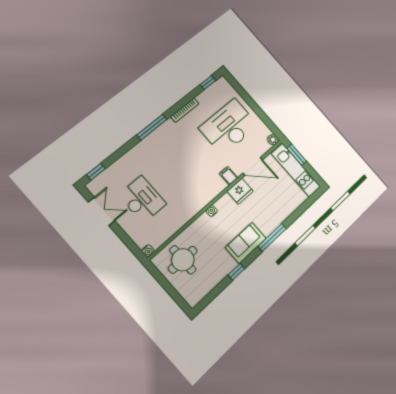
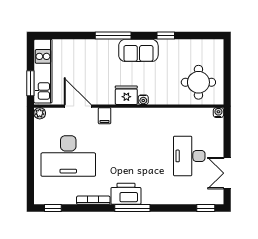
printer: (165, 133) -> (126, 194), added
fridge: (240, 191) -> (126, 95), moved

